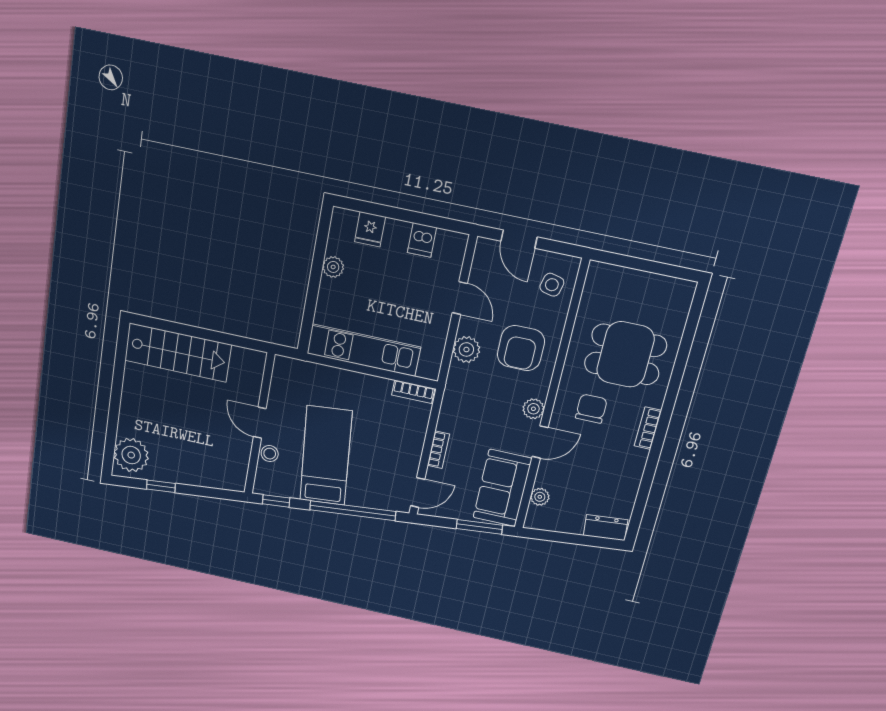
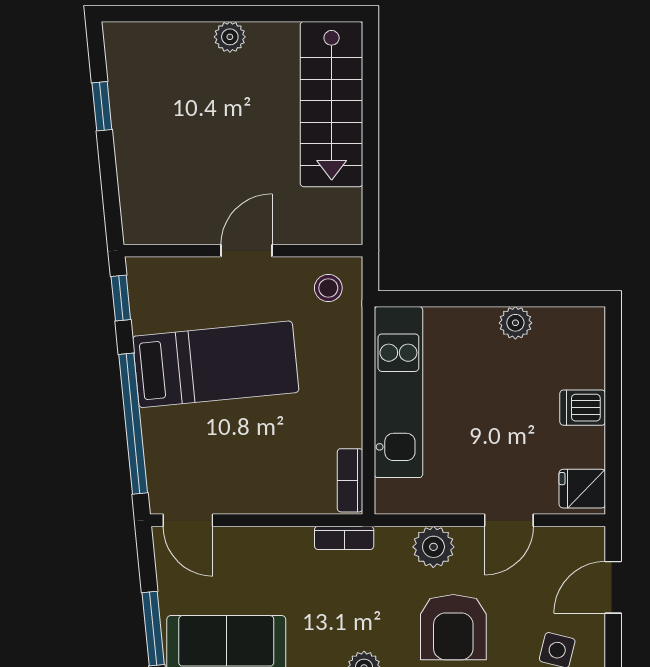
fridge: (370, 229) -> (582, 489), moved
dishwasher: (422, 240) -> (583, 408), moved
armchair: (521, 348) -> (453, 627), turned -90
bookcase: (438, 450) -> (344, 538), moved
stool: (270, 454) -> (328, 288), moved
plant: (131, 455) -> (230, 37), moved, width x0.53, depth x0.53

